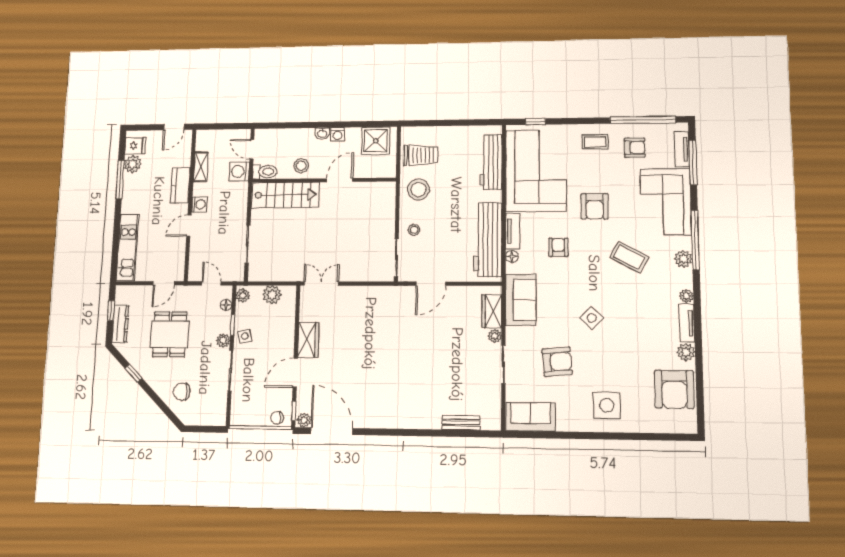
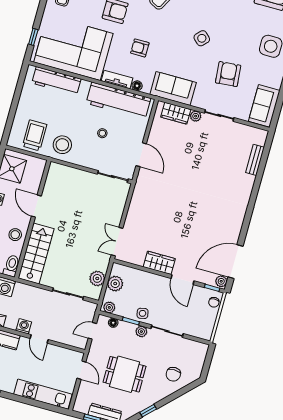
stool: (414, 230) -> (102, 133), moved
plant: (273, 272) -> (97, 278), added

